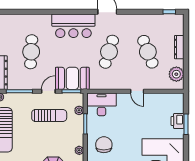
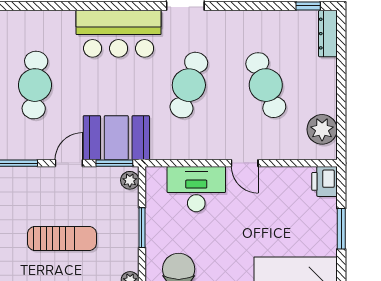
dresser: (179, 47) -> (328, 34), moved
desk: (102, 104) -> (196, 189), moved
plant: (79, 110) -> (130, 180), moved
sun lounger: (49, 115) -> (62, 238), moved
printer: (178, 121) -> (324, 181), moved

